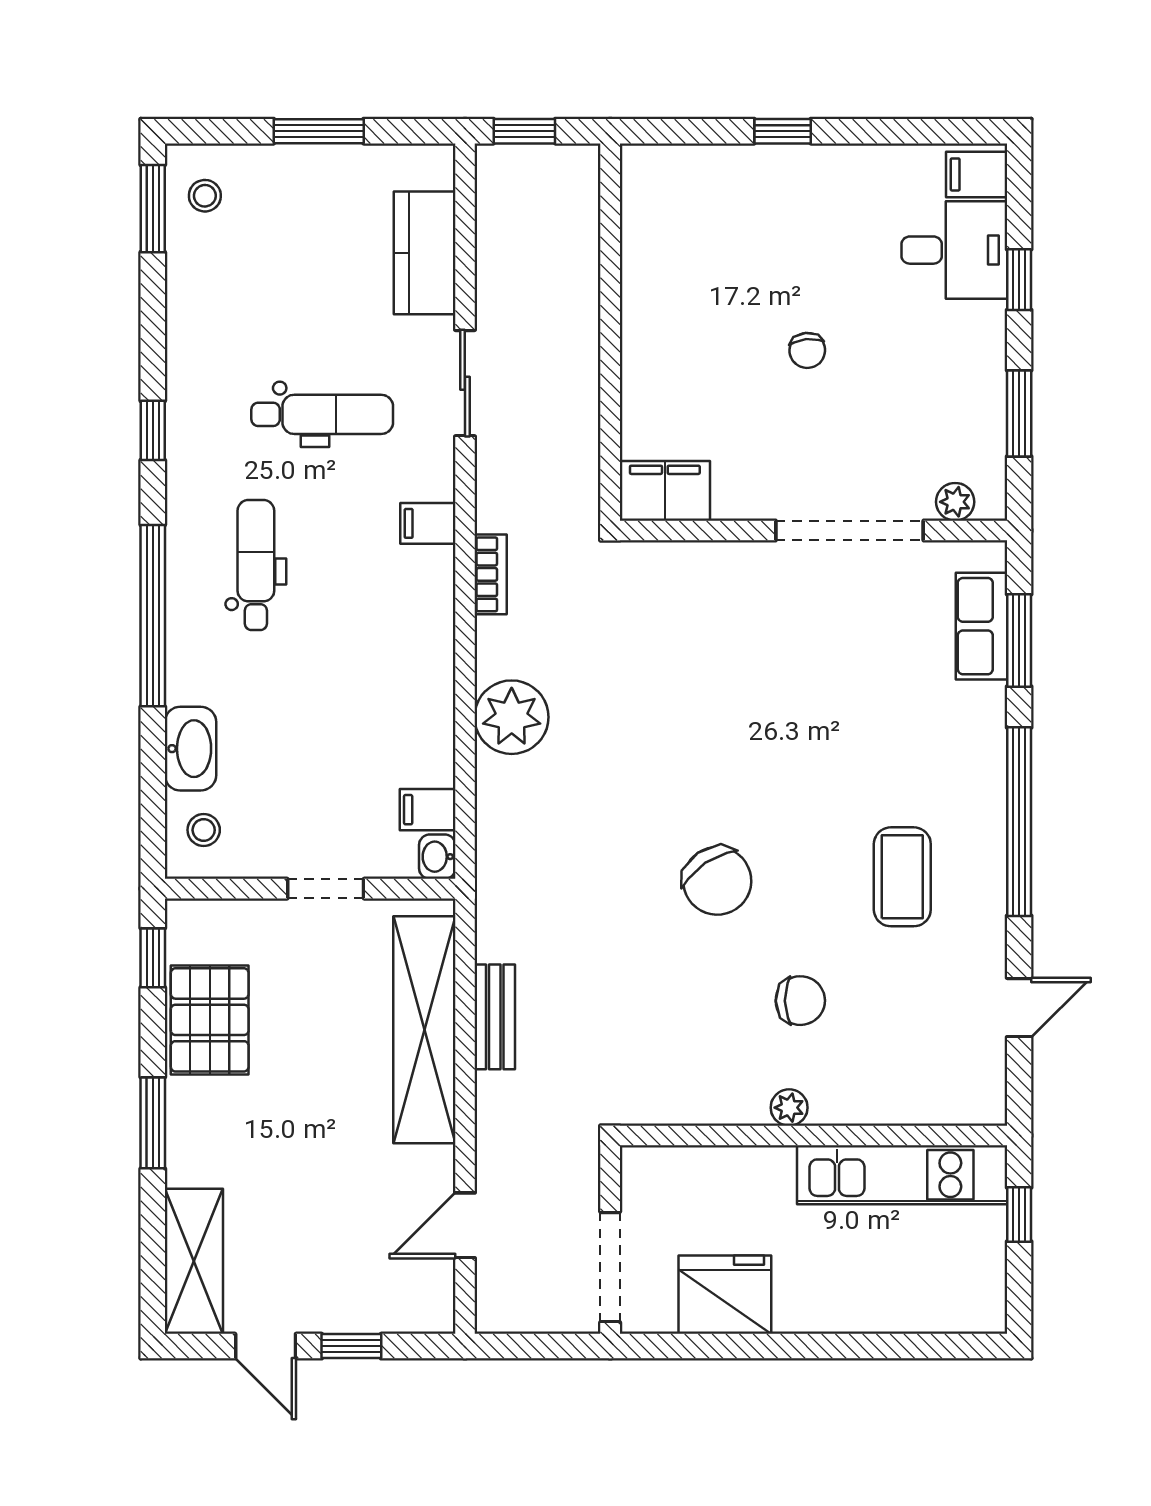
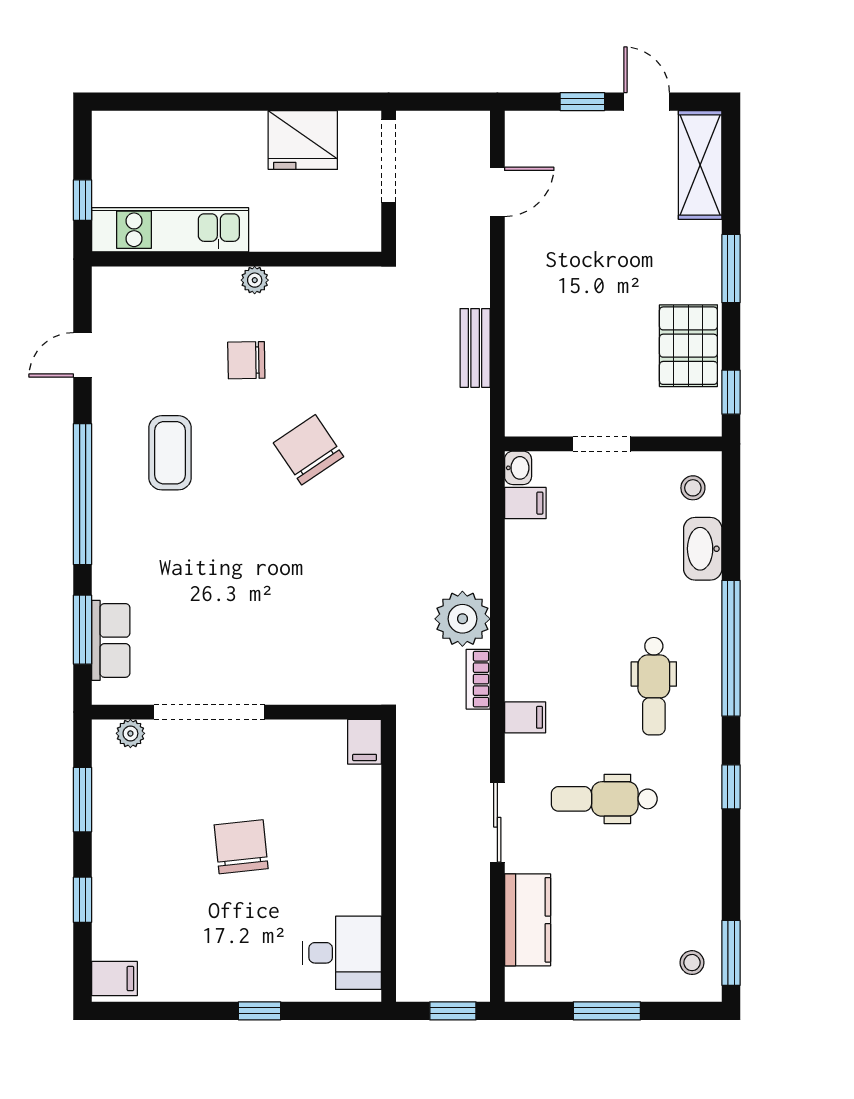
desk: (954, 250) -> (342, 953), moved, turned 180
chair: (807, 350) -> (241, 847), width x1.87, depth x1.87
filing cabinet: (665, 491) -> (365, 742), width x0.50
plant: (512, 717) -> (462, 619), moved
shelving: (424, 1030) -> (528, 338), removed

